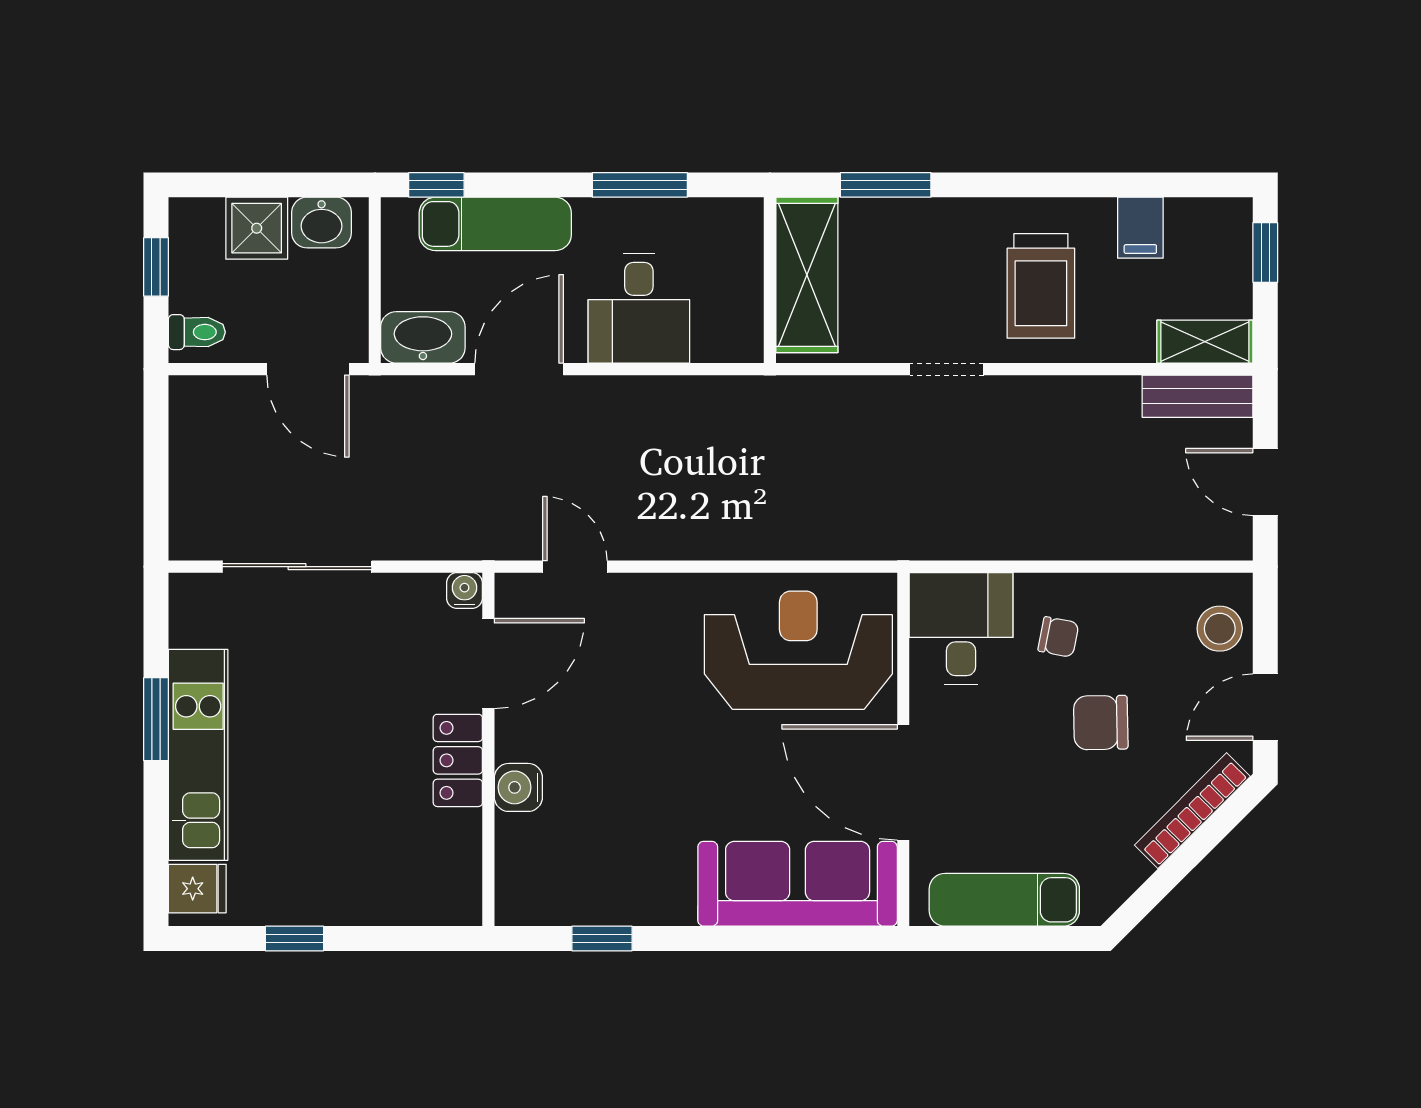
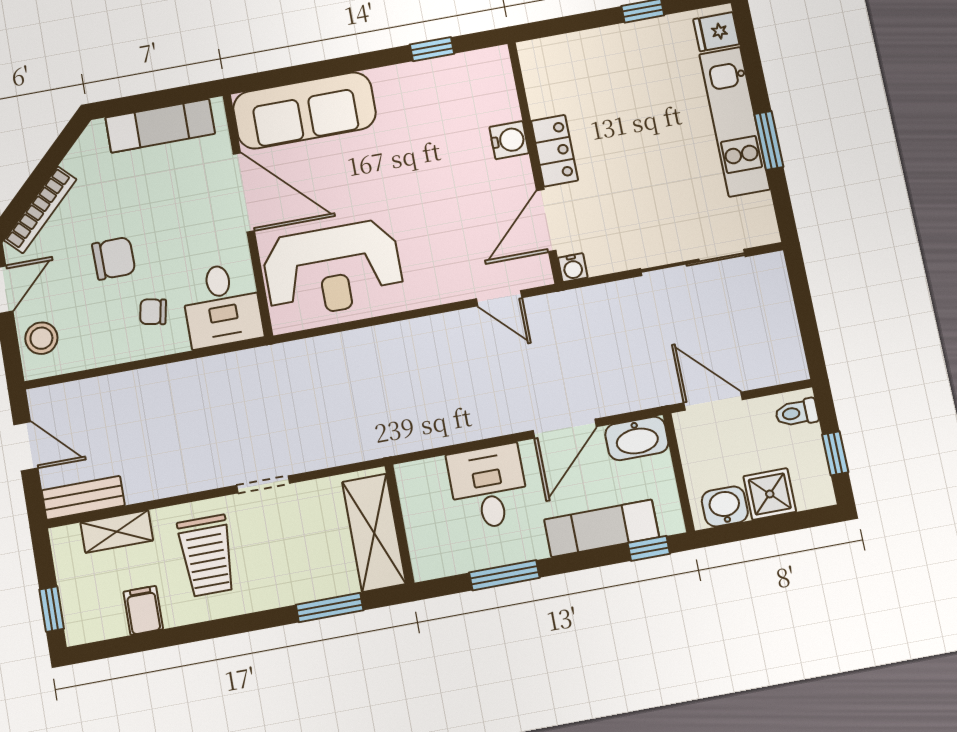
trolley: (1041, 286) -> (207, 556), turned 180
shelving: (1205, 342) -> (117, 531), moved

